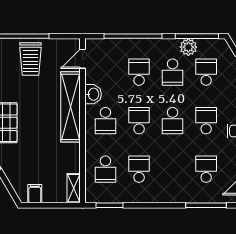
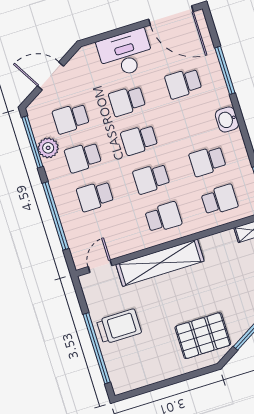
door: (83, 59) -> (100, 266), swing flipped
school desk: (173, 72) -> (83, 157), turned 180
washbasin: (93, 94) -> (227, 119), moved, turned -90
school desk: (173, 121) -> (139, 140), turned 180

